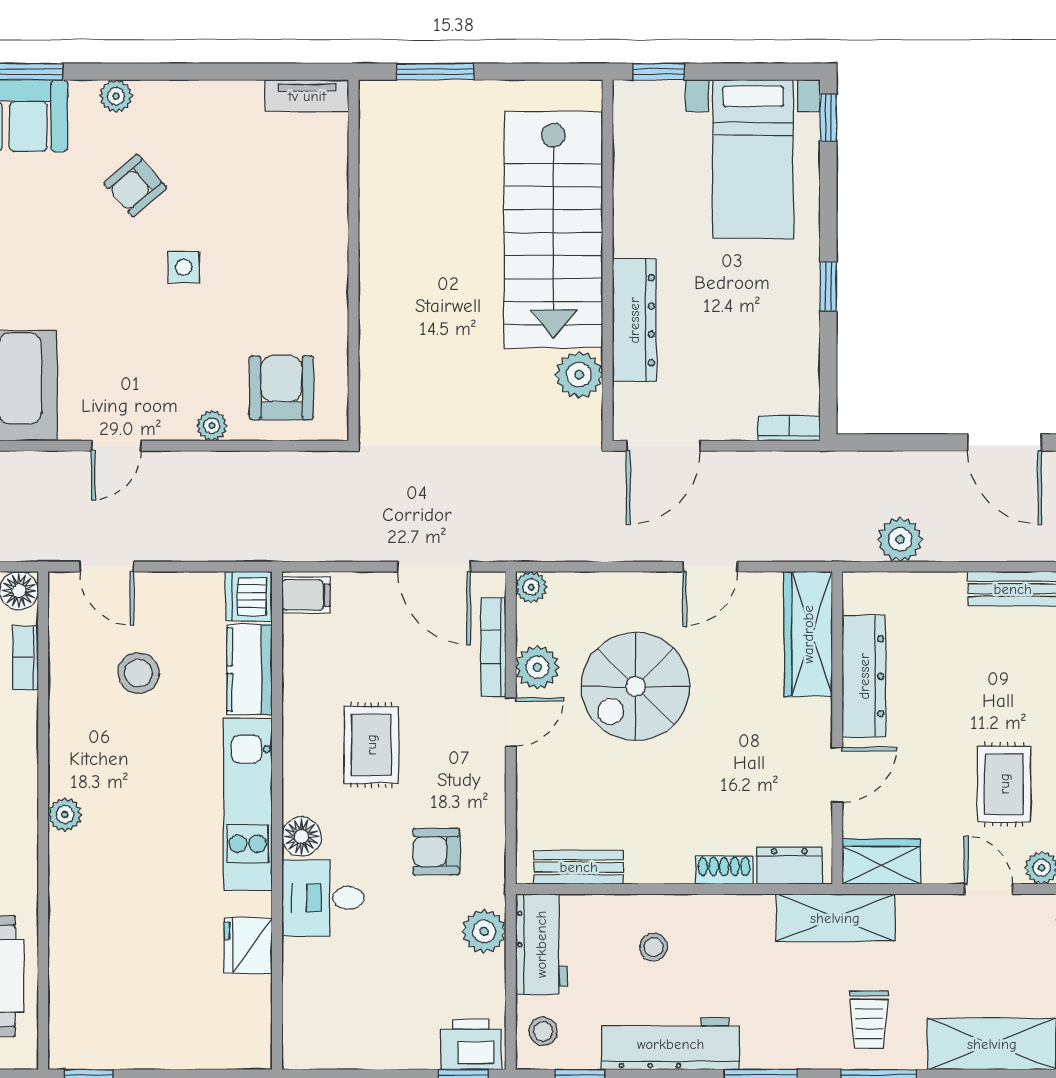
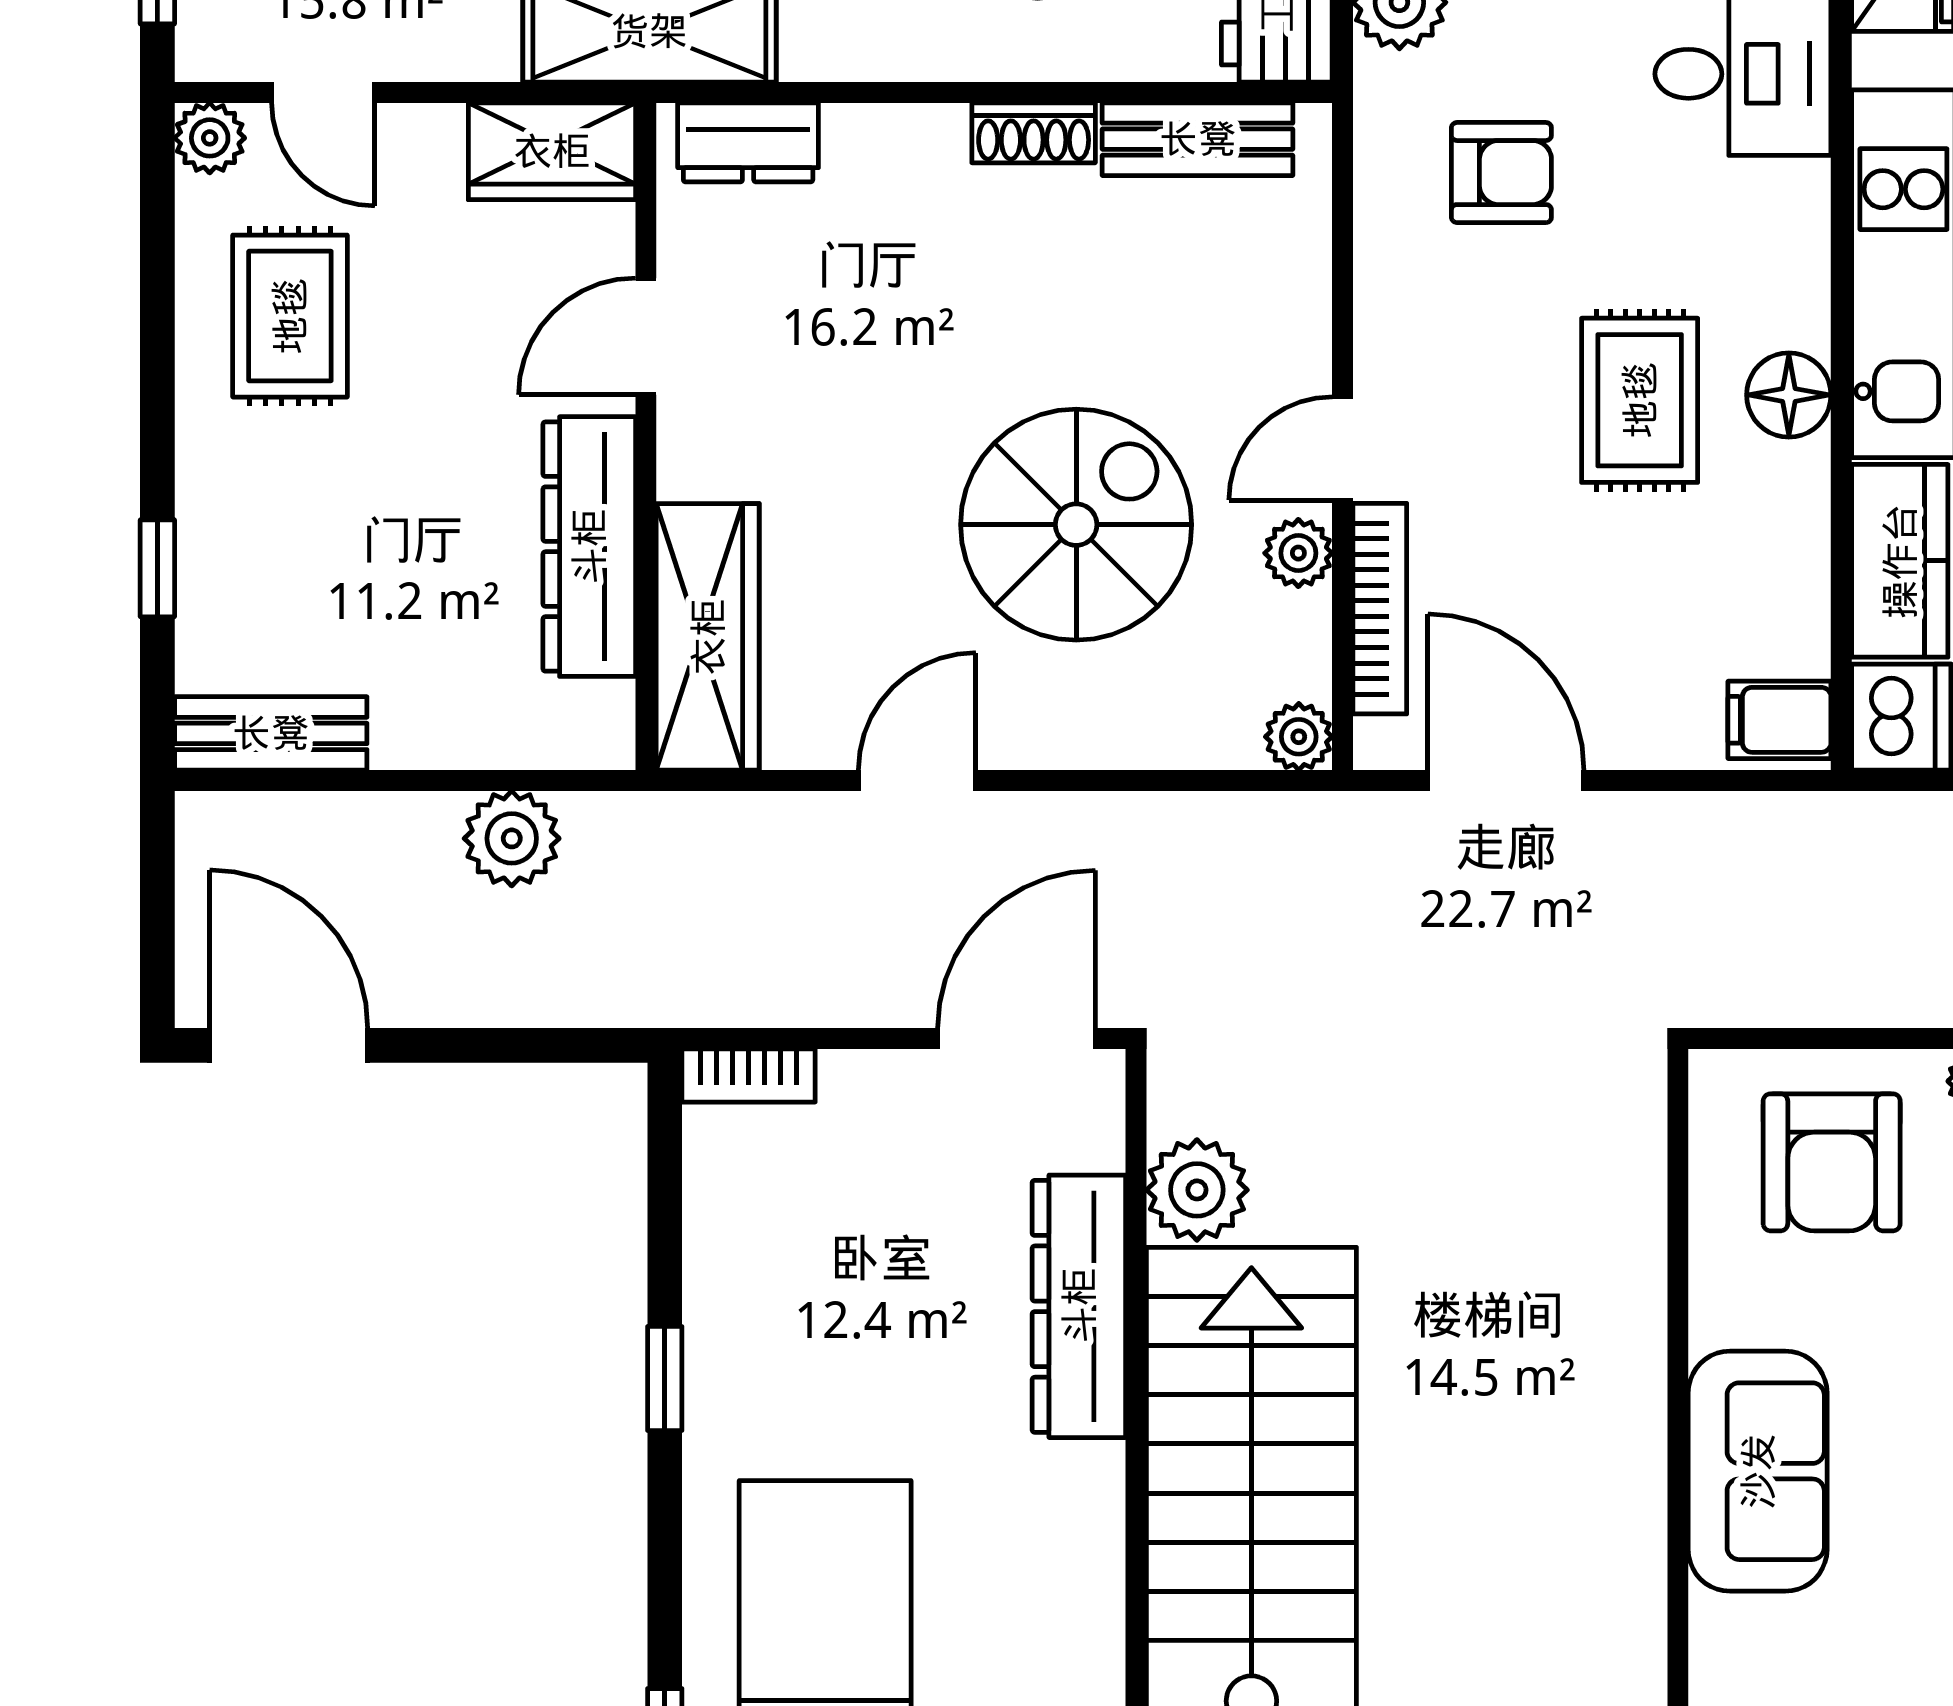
sofa: (316, 243) -> (1758, 1471), added
plant: (537, 667) -> (1298, 553), width x0.73, depth x0.73
floor lamp: (302, 837) -> (1789, 395), moved
shoe rack: (724, 870) -> (1034, 133), moved

